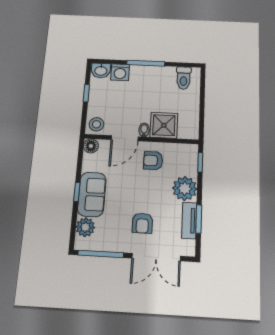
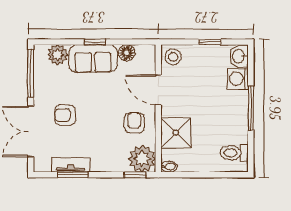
bidet: (144, 130) -> (169, 167), moved
floor lamp: (91, 146) -> (127, 53), moved
plant: (185, 188) -> (142, 159), moved

